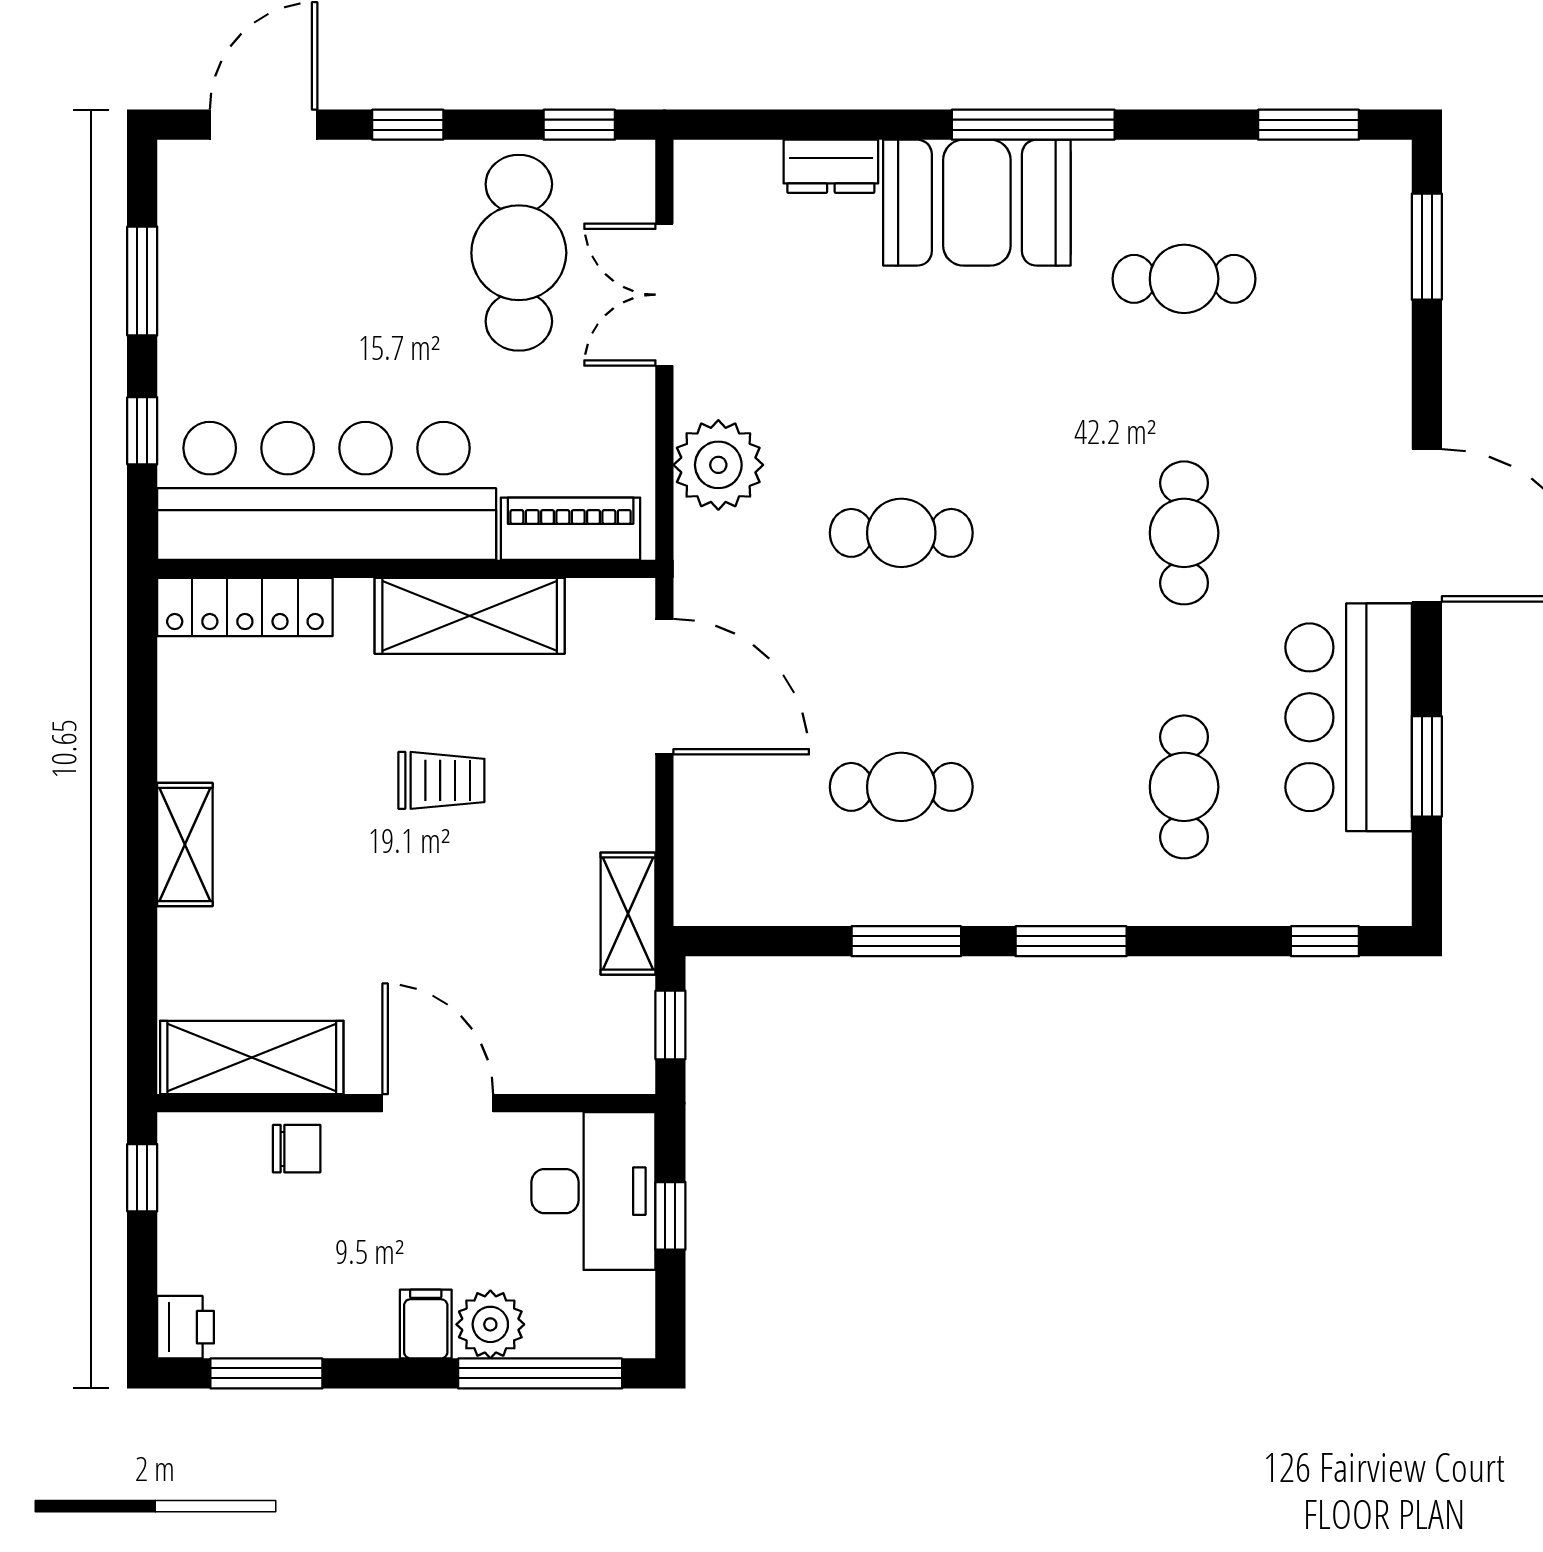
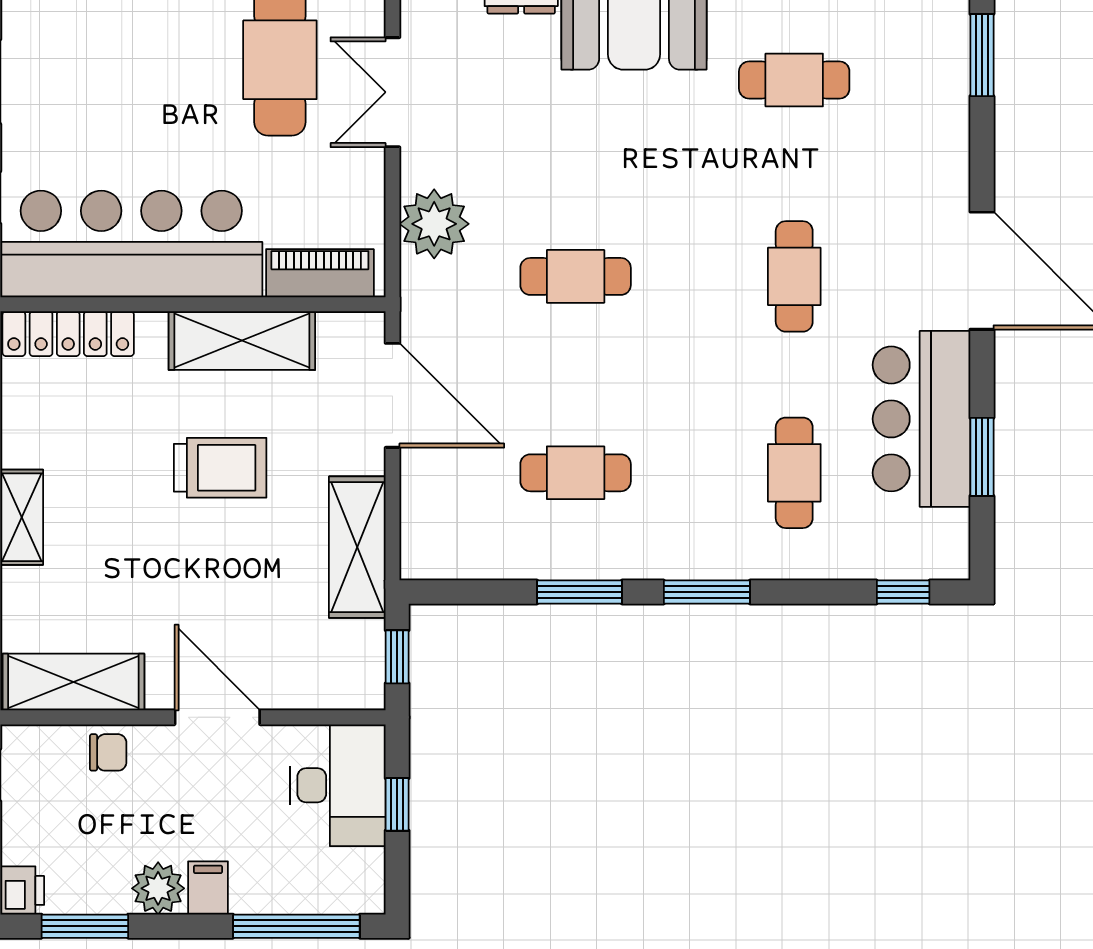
trolley: (441, 780) -> (220, 468), width x1.36, depth x1.39
shelving: (628, 914) -> (357, 547), width x1.50, depth x1.33
plant: (490, 1324) -> (158, 888), moved

